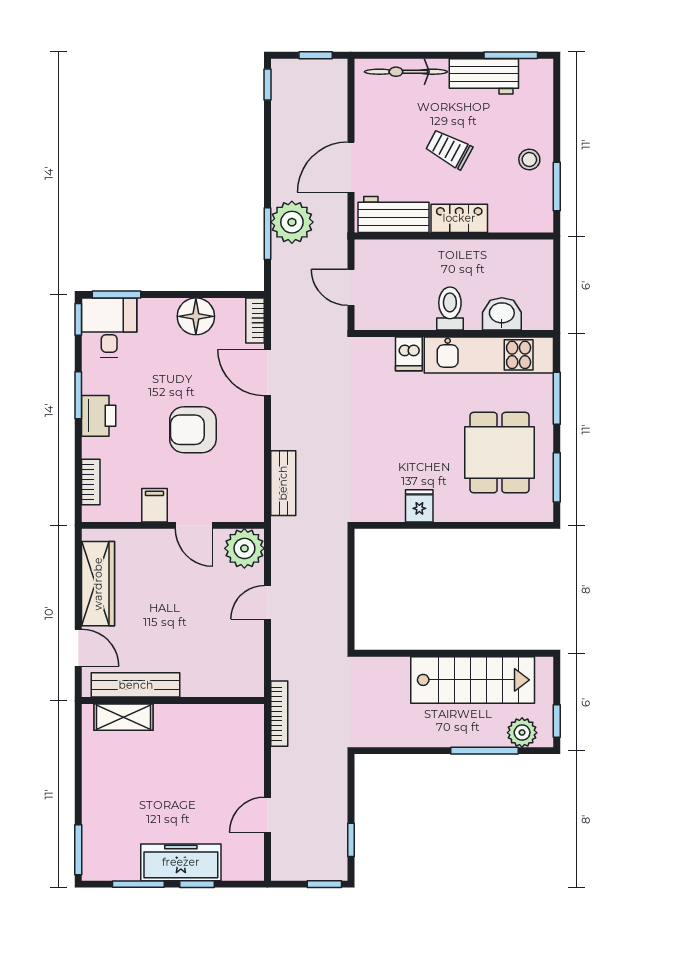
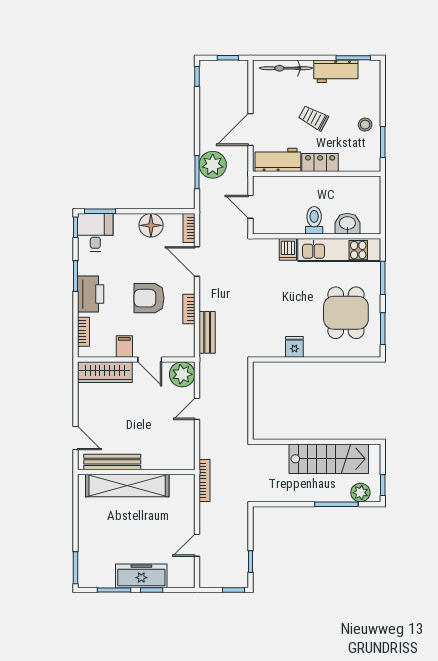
printer: (99, 416) -> (91, 294), width x1.37, depth x1.19
bookcase: (255, 447) -> (189, 309), added
wardrobe: (98, 584) -> (105, 372), moved, turned 90
shelving: (123, 717) -> (127, 486), width x2.20, depth x1.33

